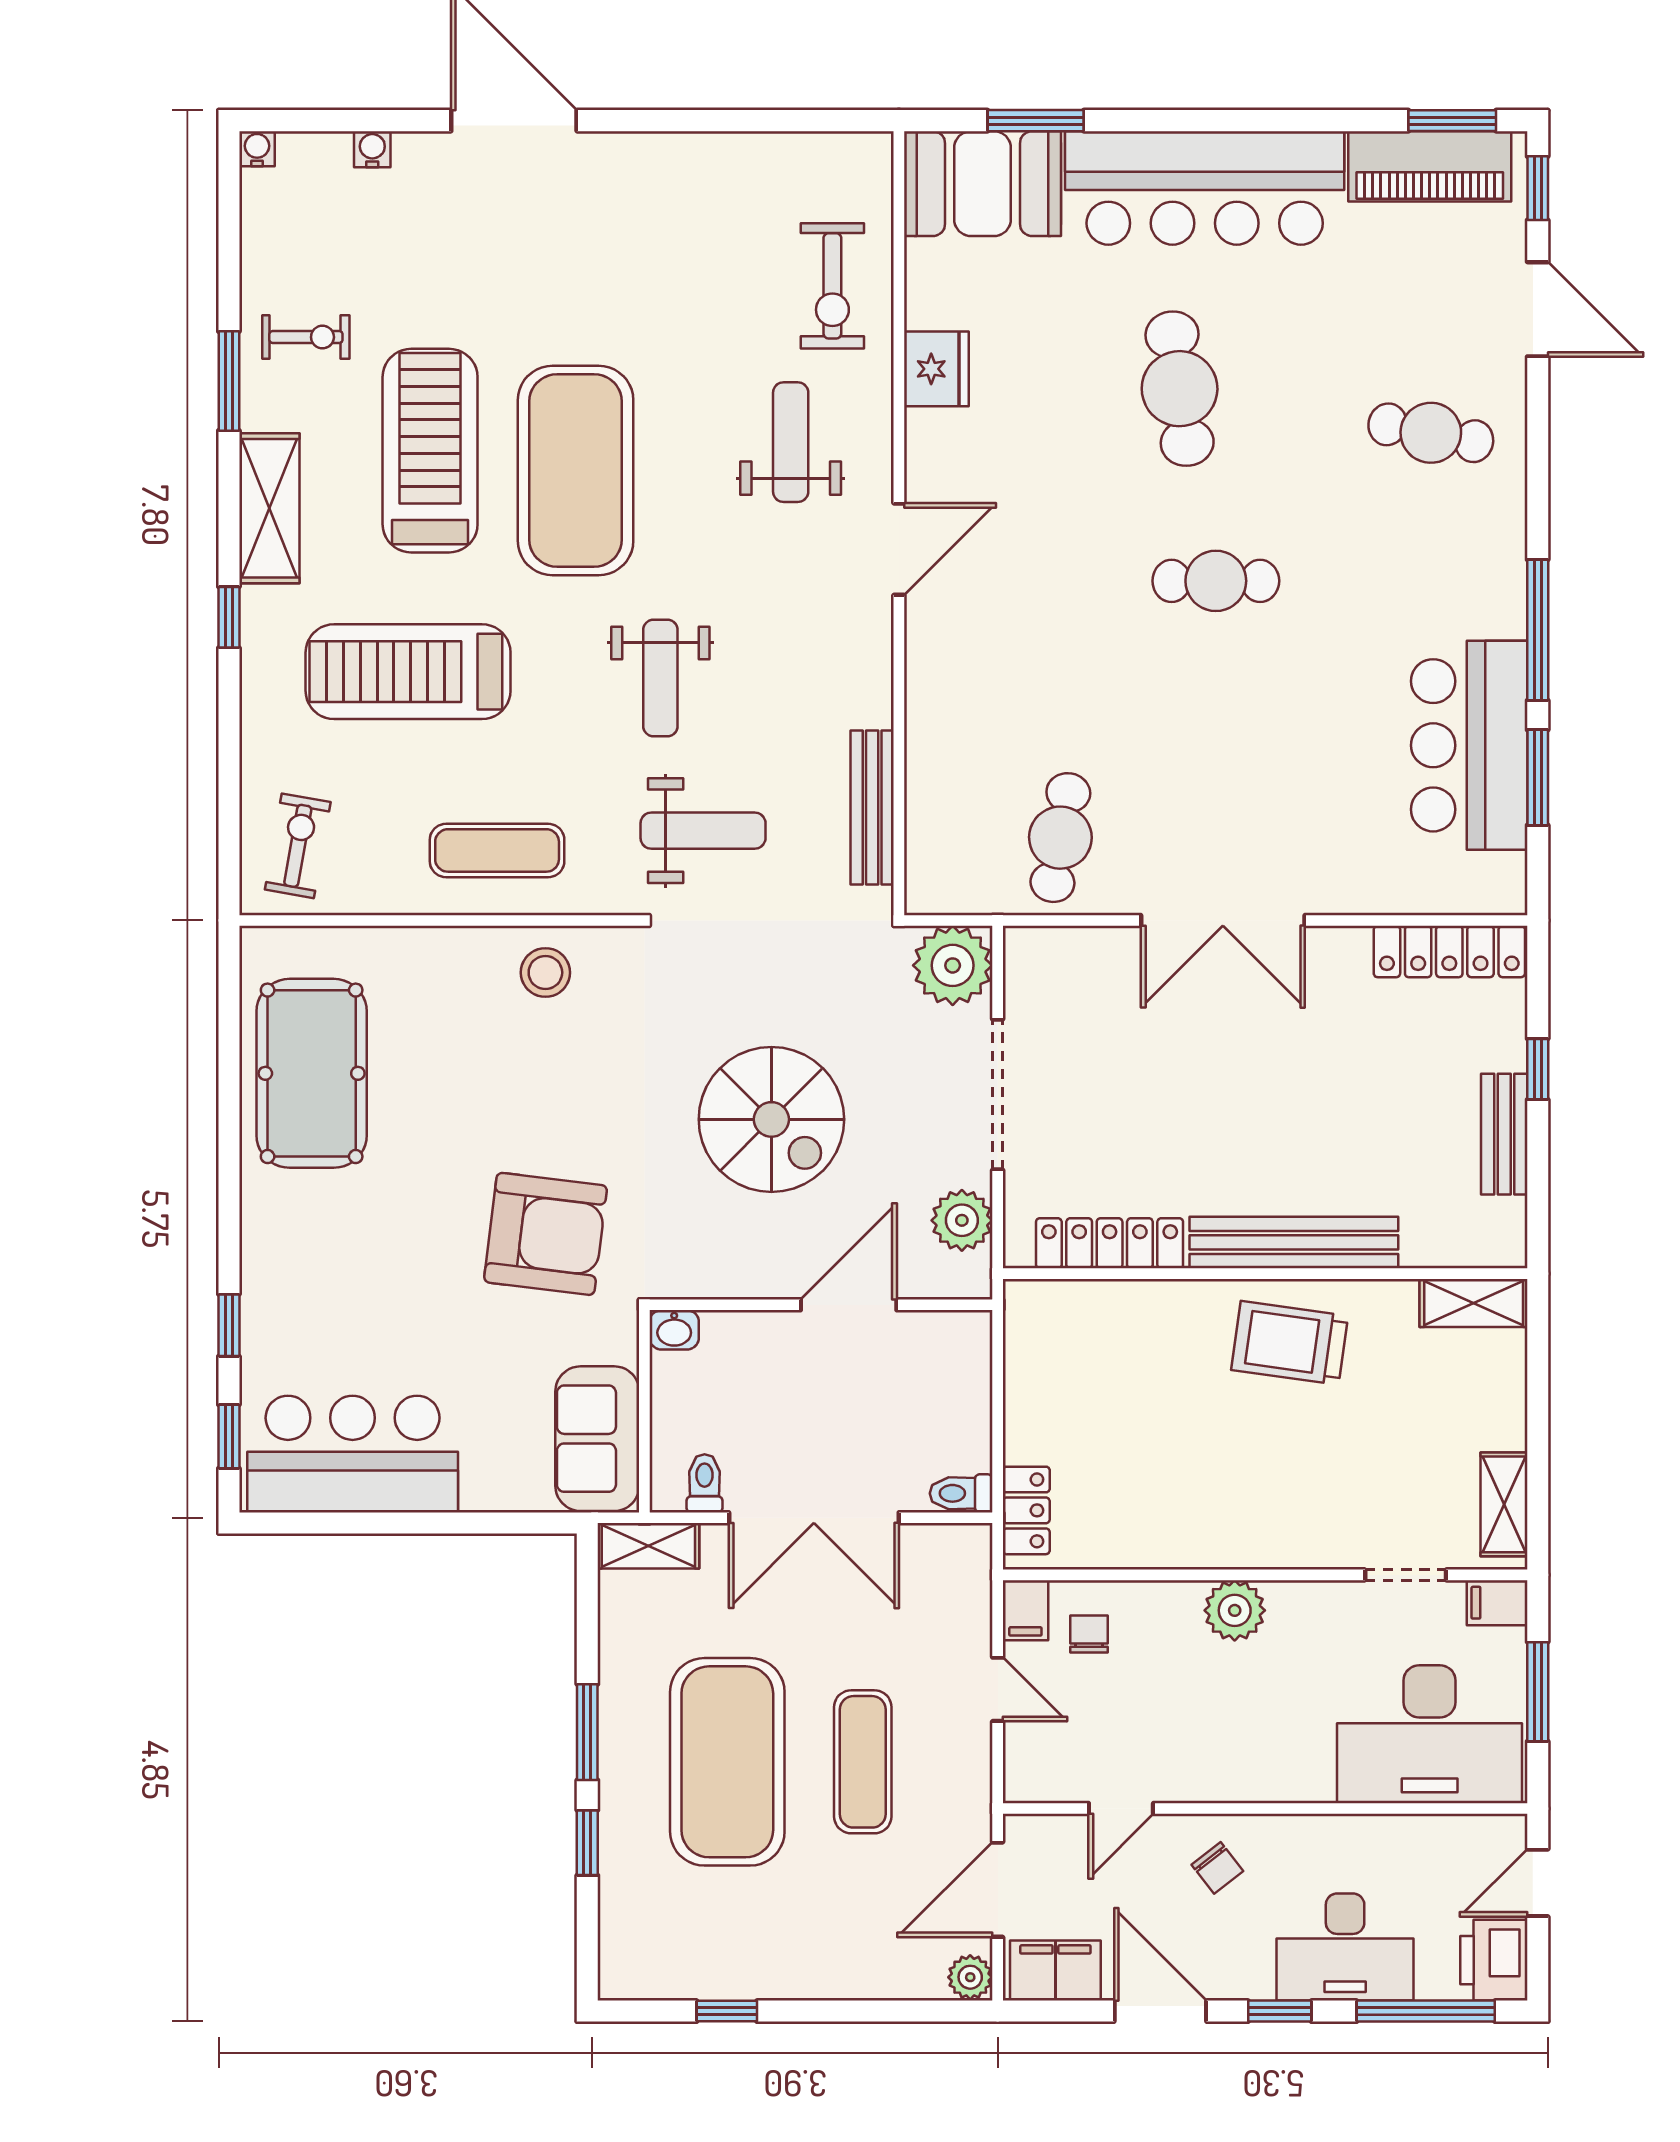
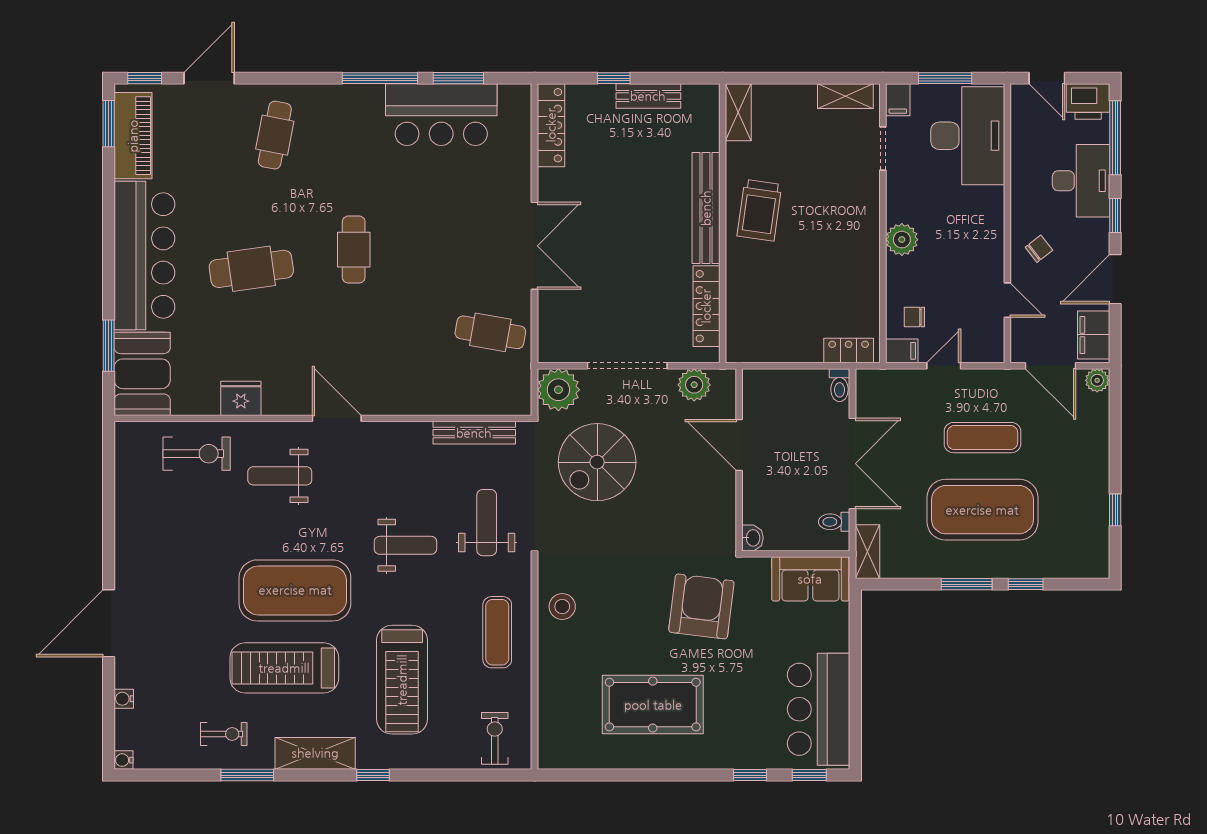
exercise bike: (306, 337) -> (224, 734), turned 90
exercise bike: (298, 846) -> (495, 738), turned 80
pool table: (312, 1073) -> (653, 705), moved
spiral stairs: (771, 1119) -> (597, 462), moved, turned 180

